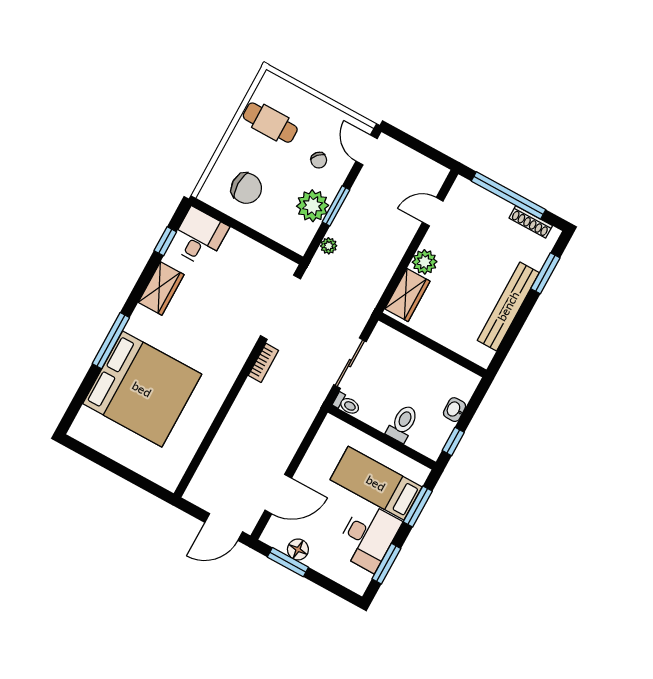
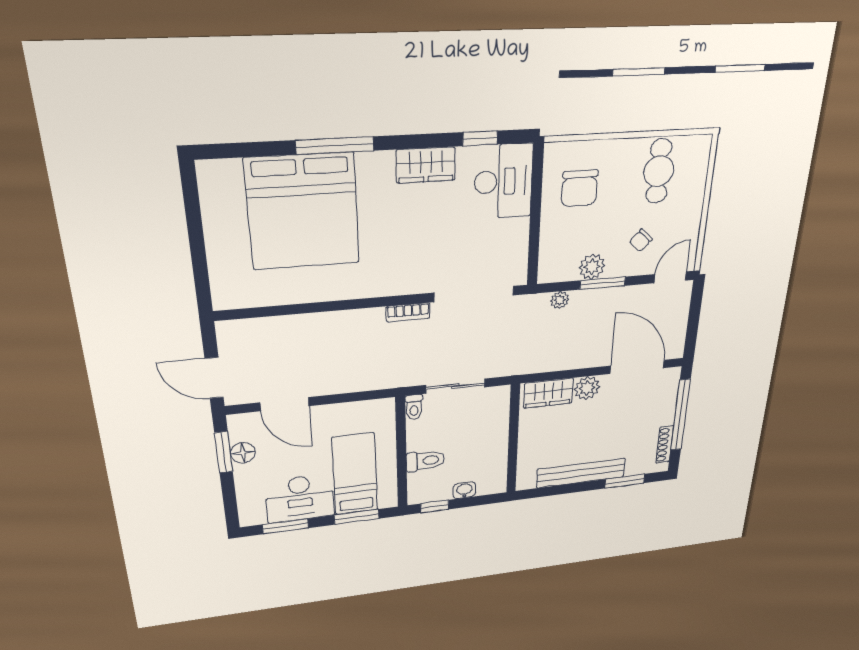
plant: (313, 206) -> (592, 267), width x0.73, depth x0.73
door: (433, 212) -> (637, 367), width x1.87
desk: (199, 237) -> (503, 181), width x1.37

